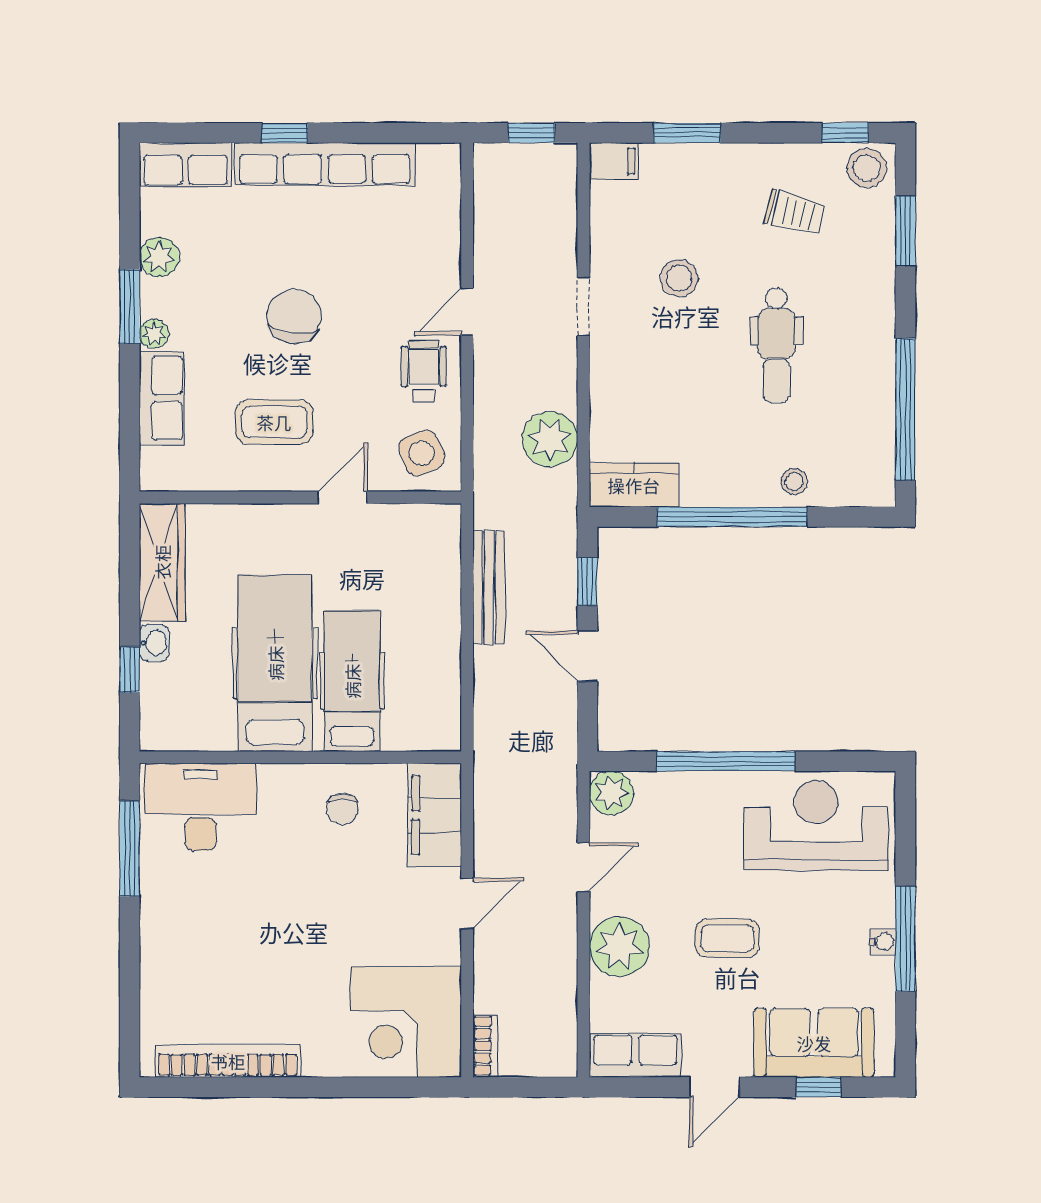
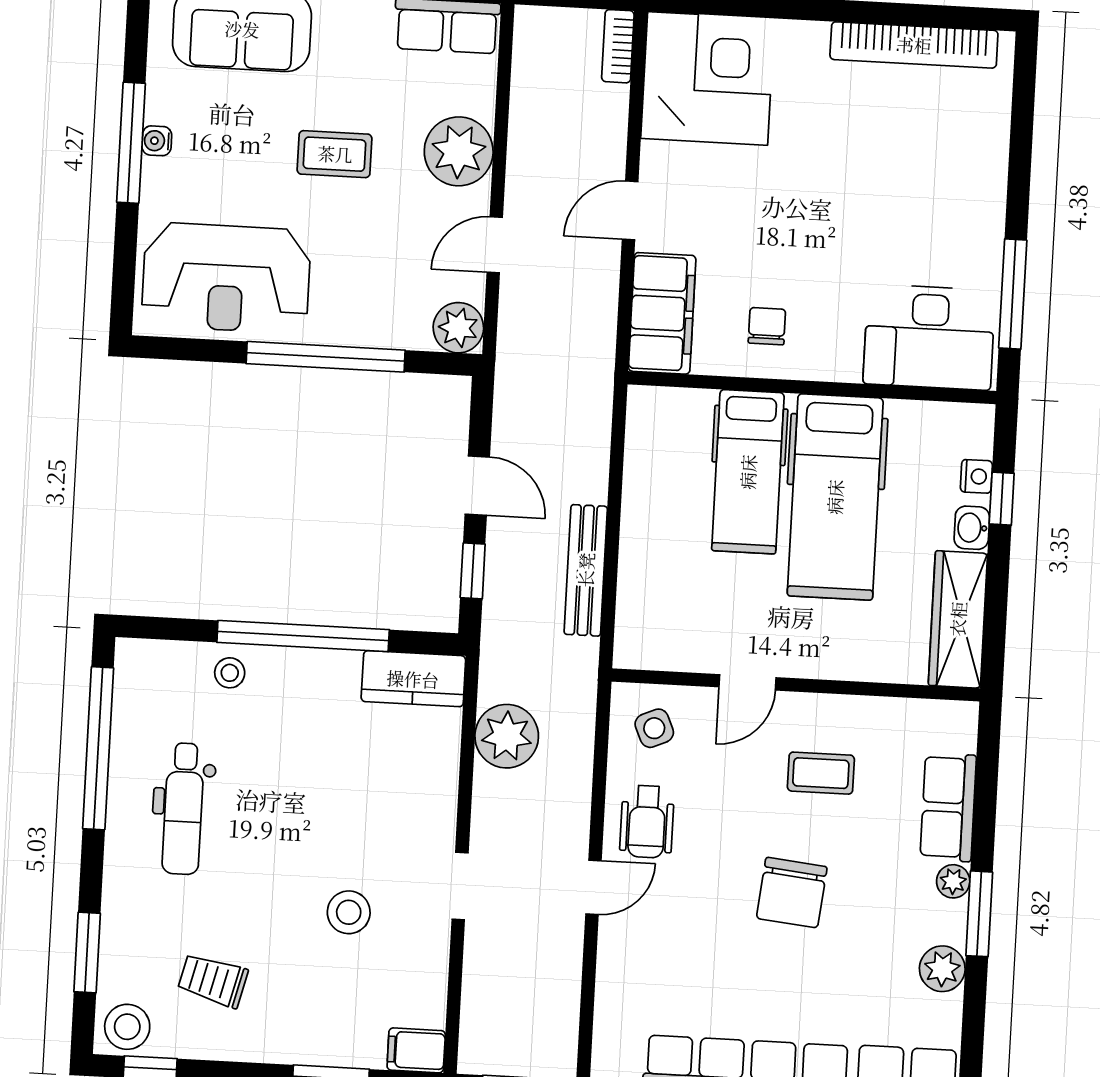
dental chair: (776, 345) -> (183, 809), moved, turned 180
coffee table: (274, 422) -> (821, 773), width x0.73, depth x0.77
side table: (422, 453) -> (654, 728), width x0.73, depth x0.73
nightstand: (153, 688) -> (976, 476), added

